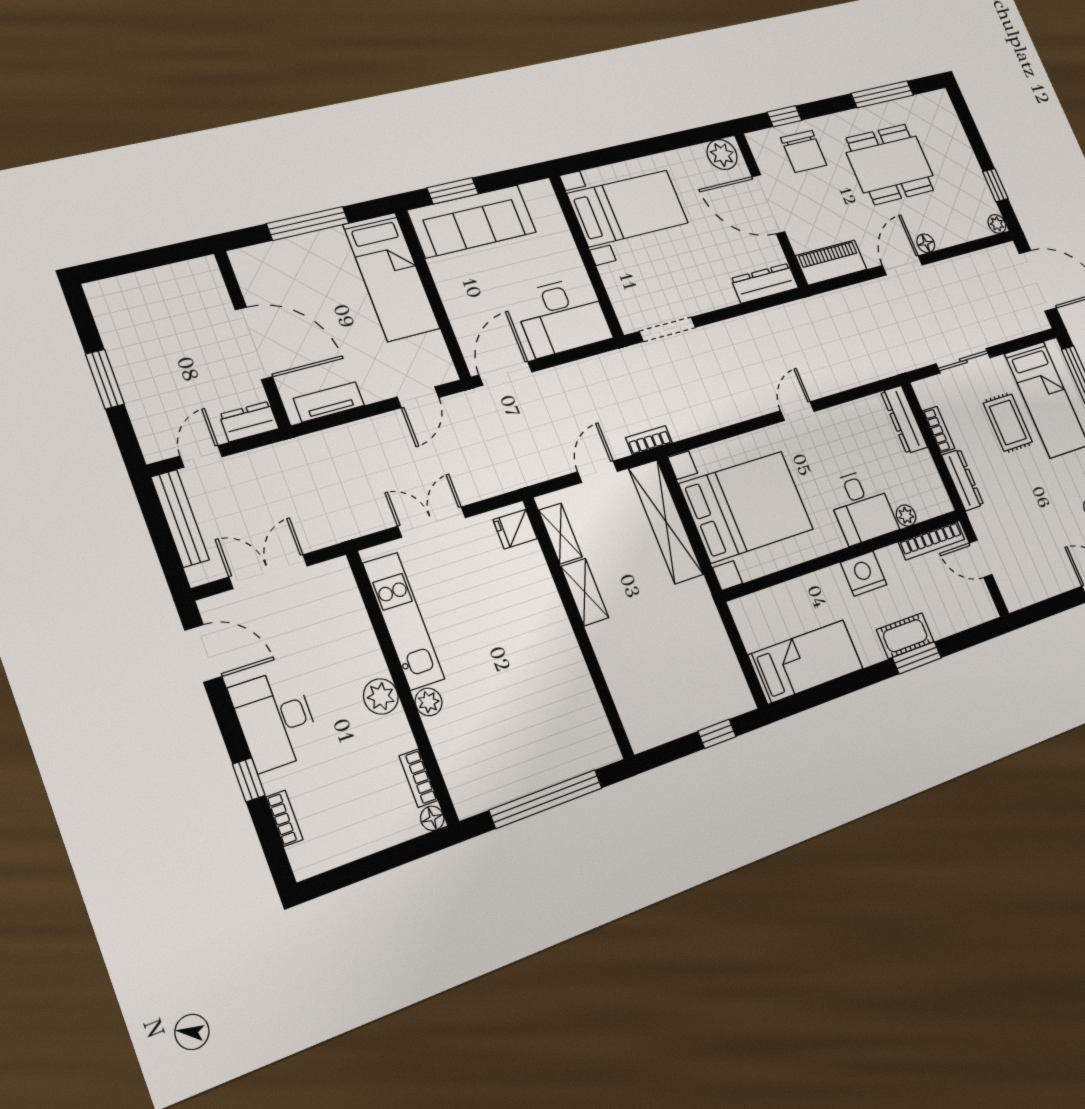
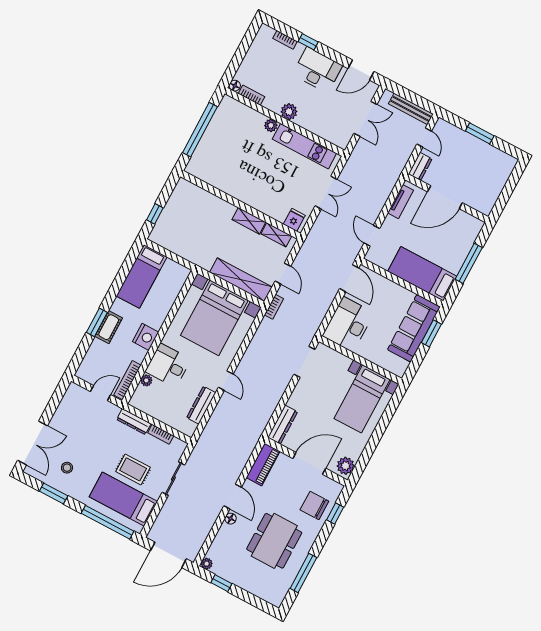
dresser: (904, 419) -> (201, 405), moved, turned -90

